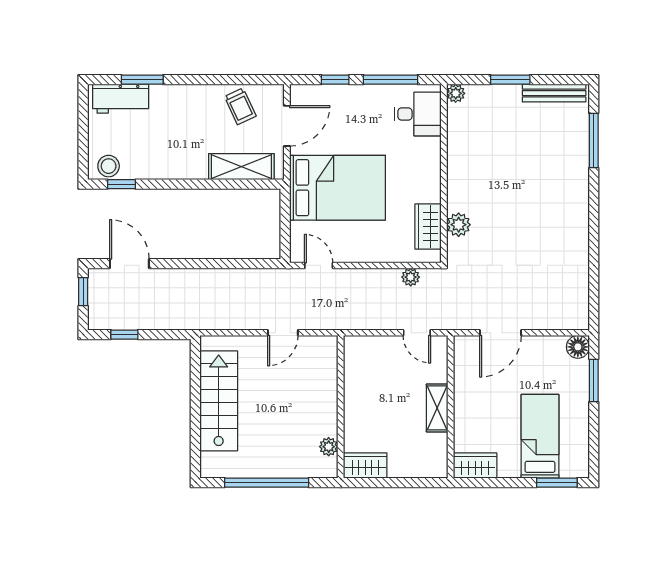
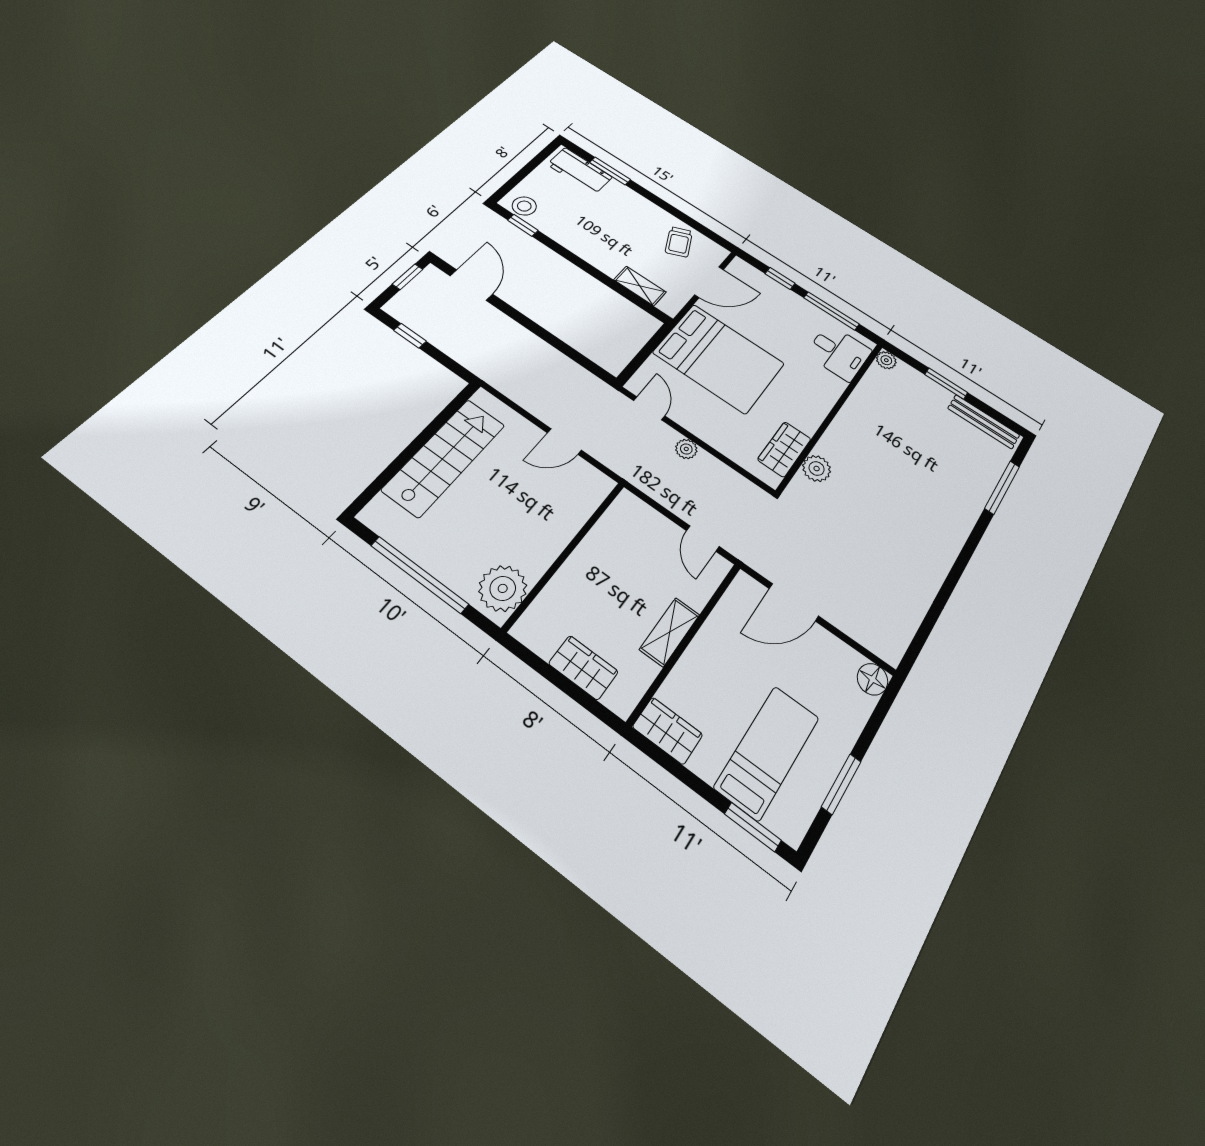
shelving: (241, 167) -> (640, 286), width x0.67, depth x0.75
plant: (411, 277) -> (686, 449), moved
window: (594, 381) -> (841, 784), moved
plant: (329, 447) -> (503, 588), width x1.88, depth x1.88
wardrobe: (365, 465) -> (583, 668), moved

